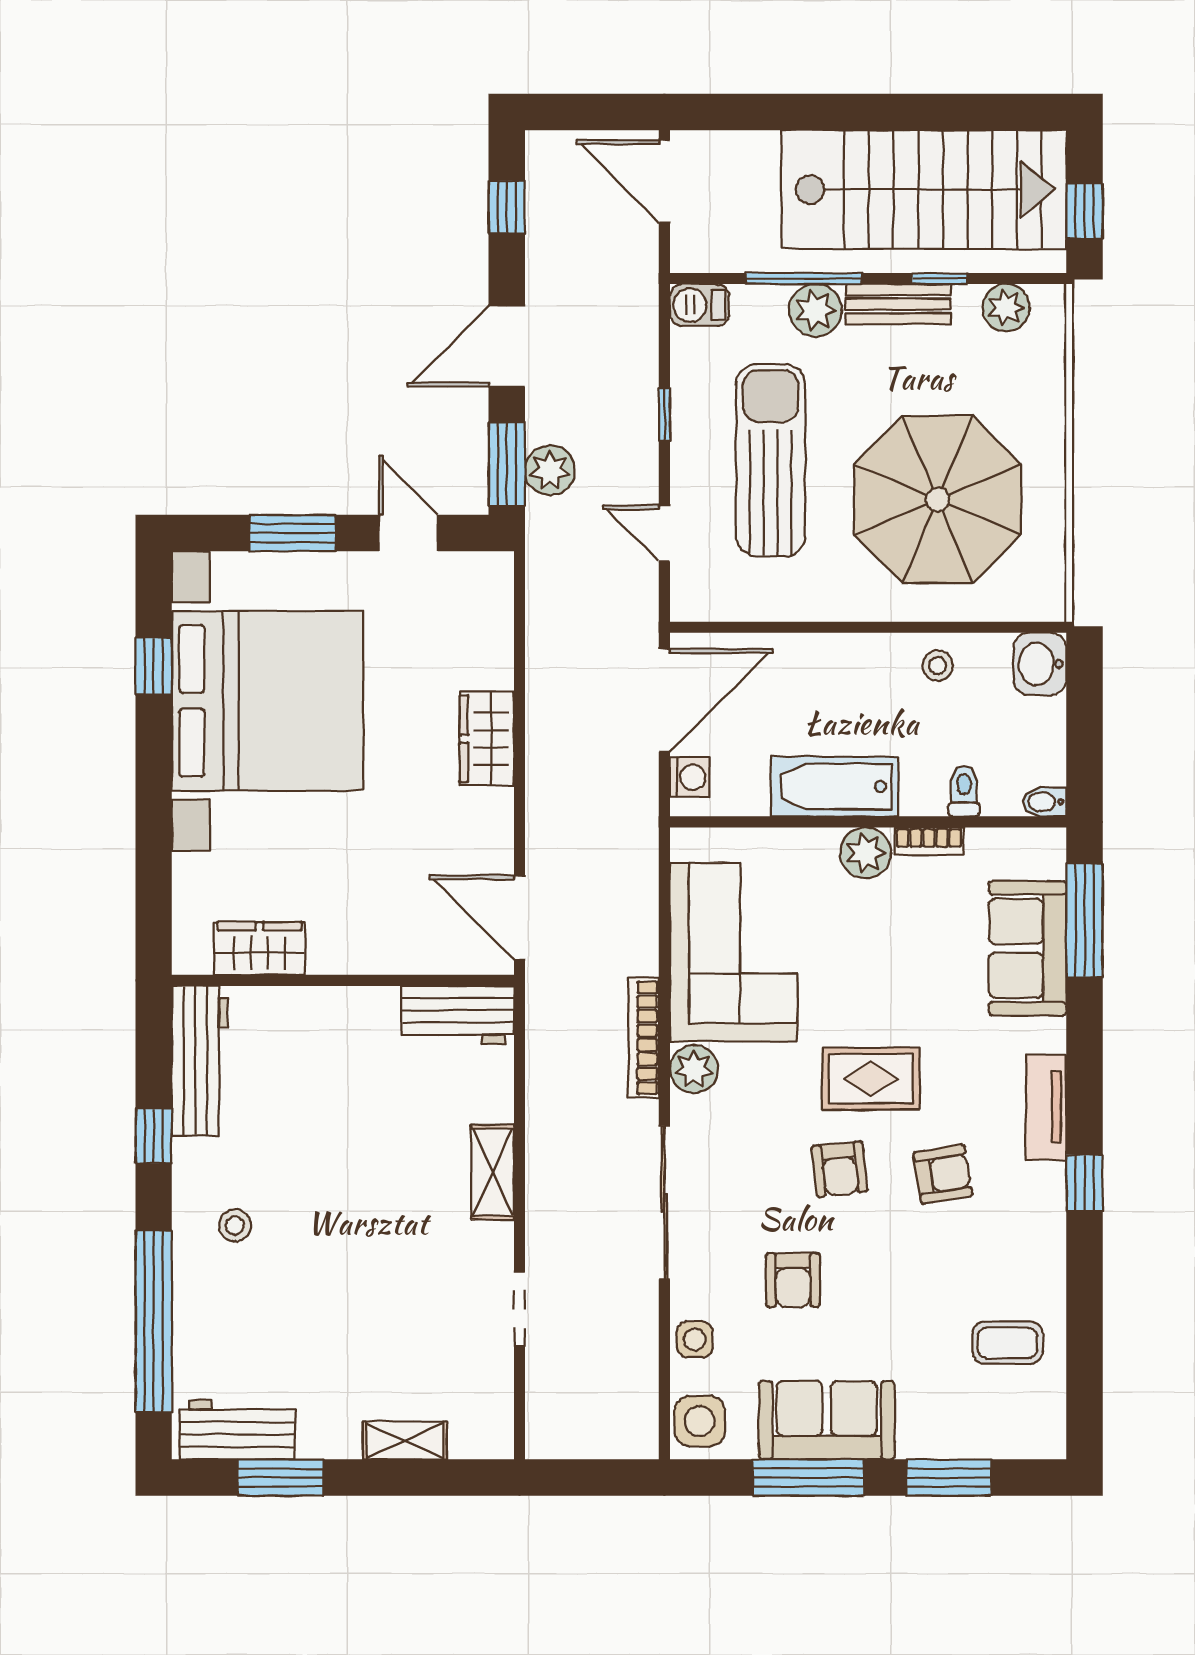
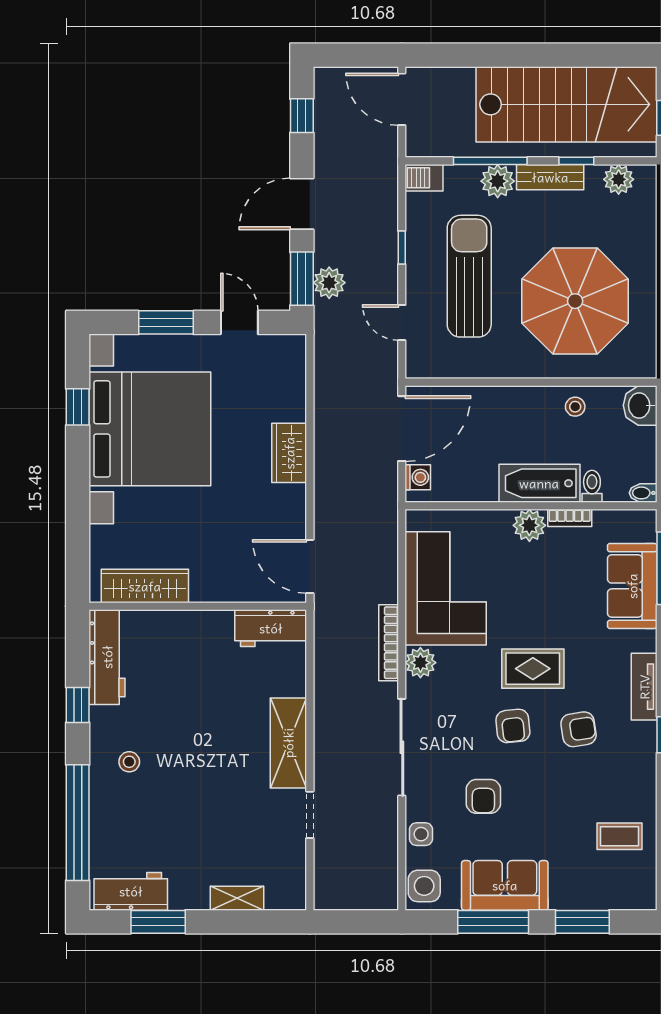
bathtub: (834, 786) -> (539, 483), moved
wardrobe: (259, 948) -> (145, 586), width x1.50
shelving: (493, 1172) -> (288, 743), width x1.50, depth x1.33

